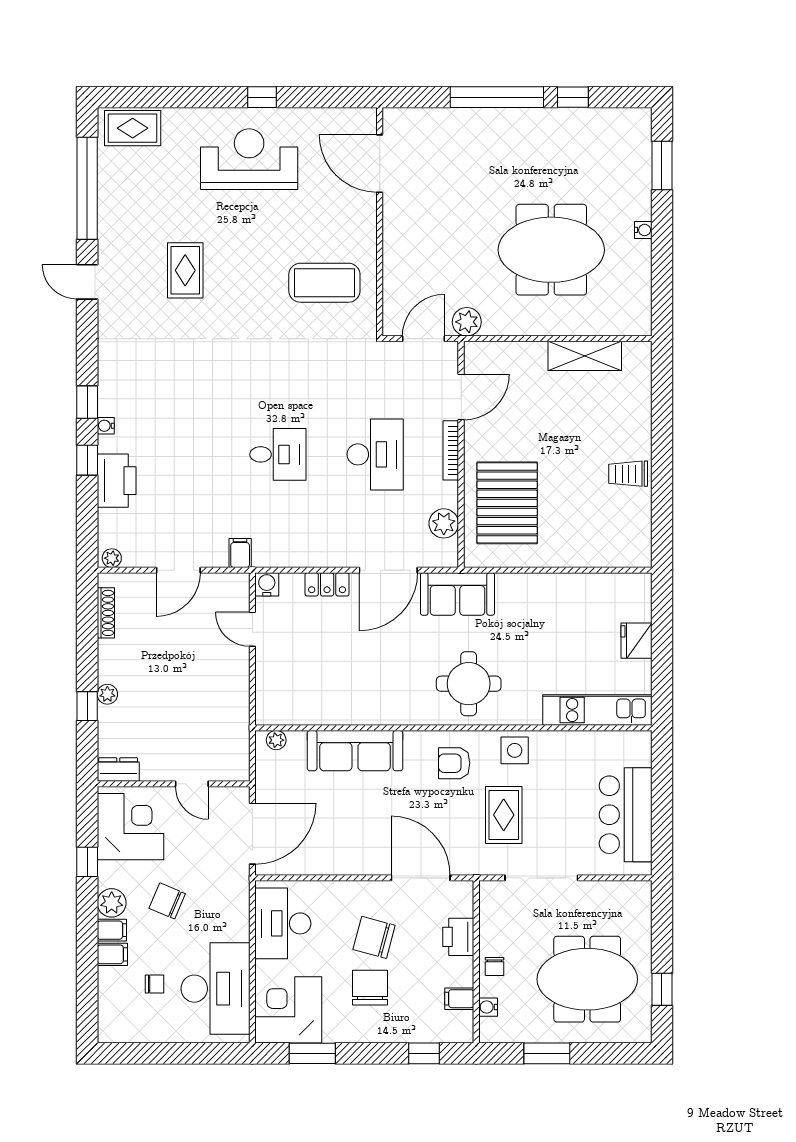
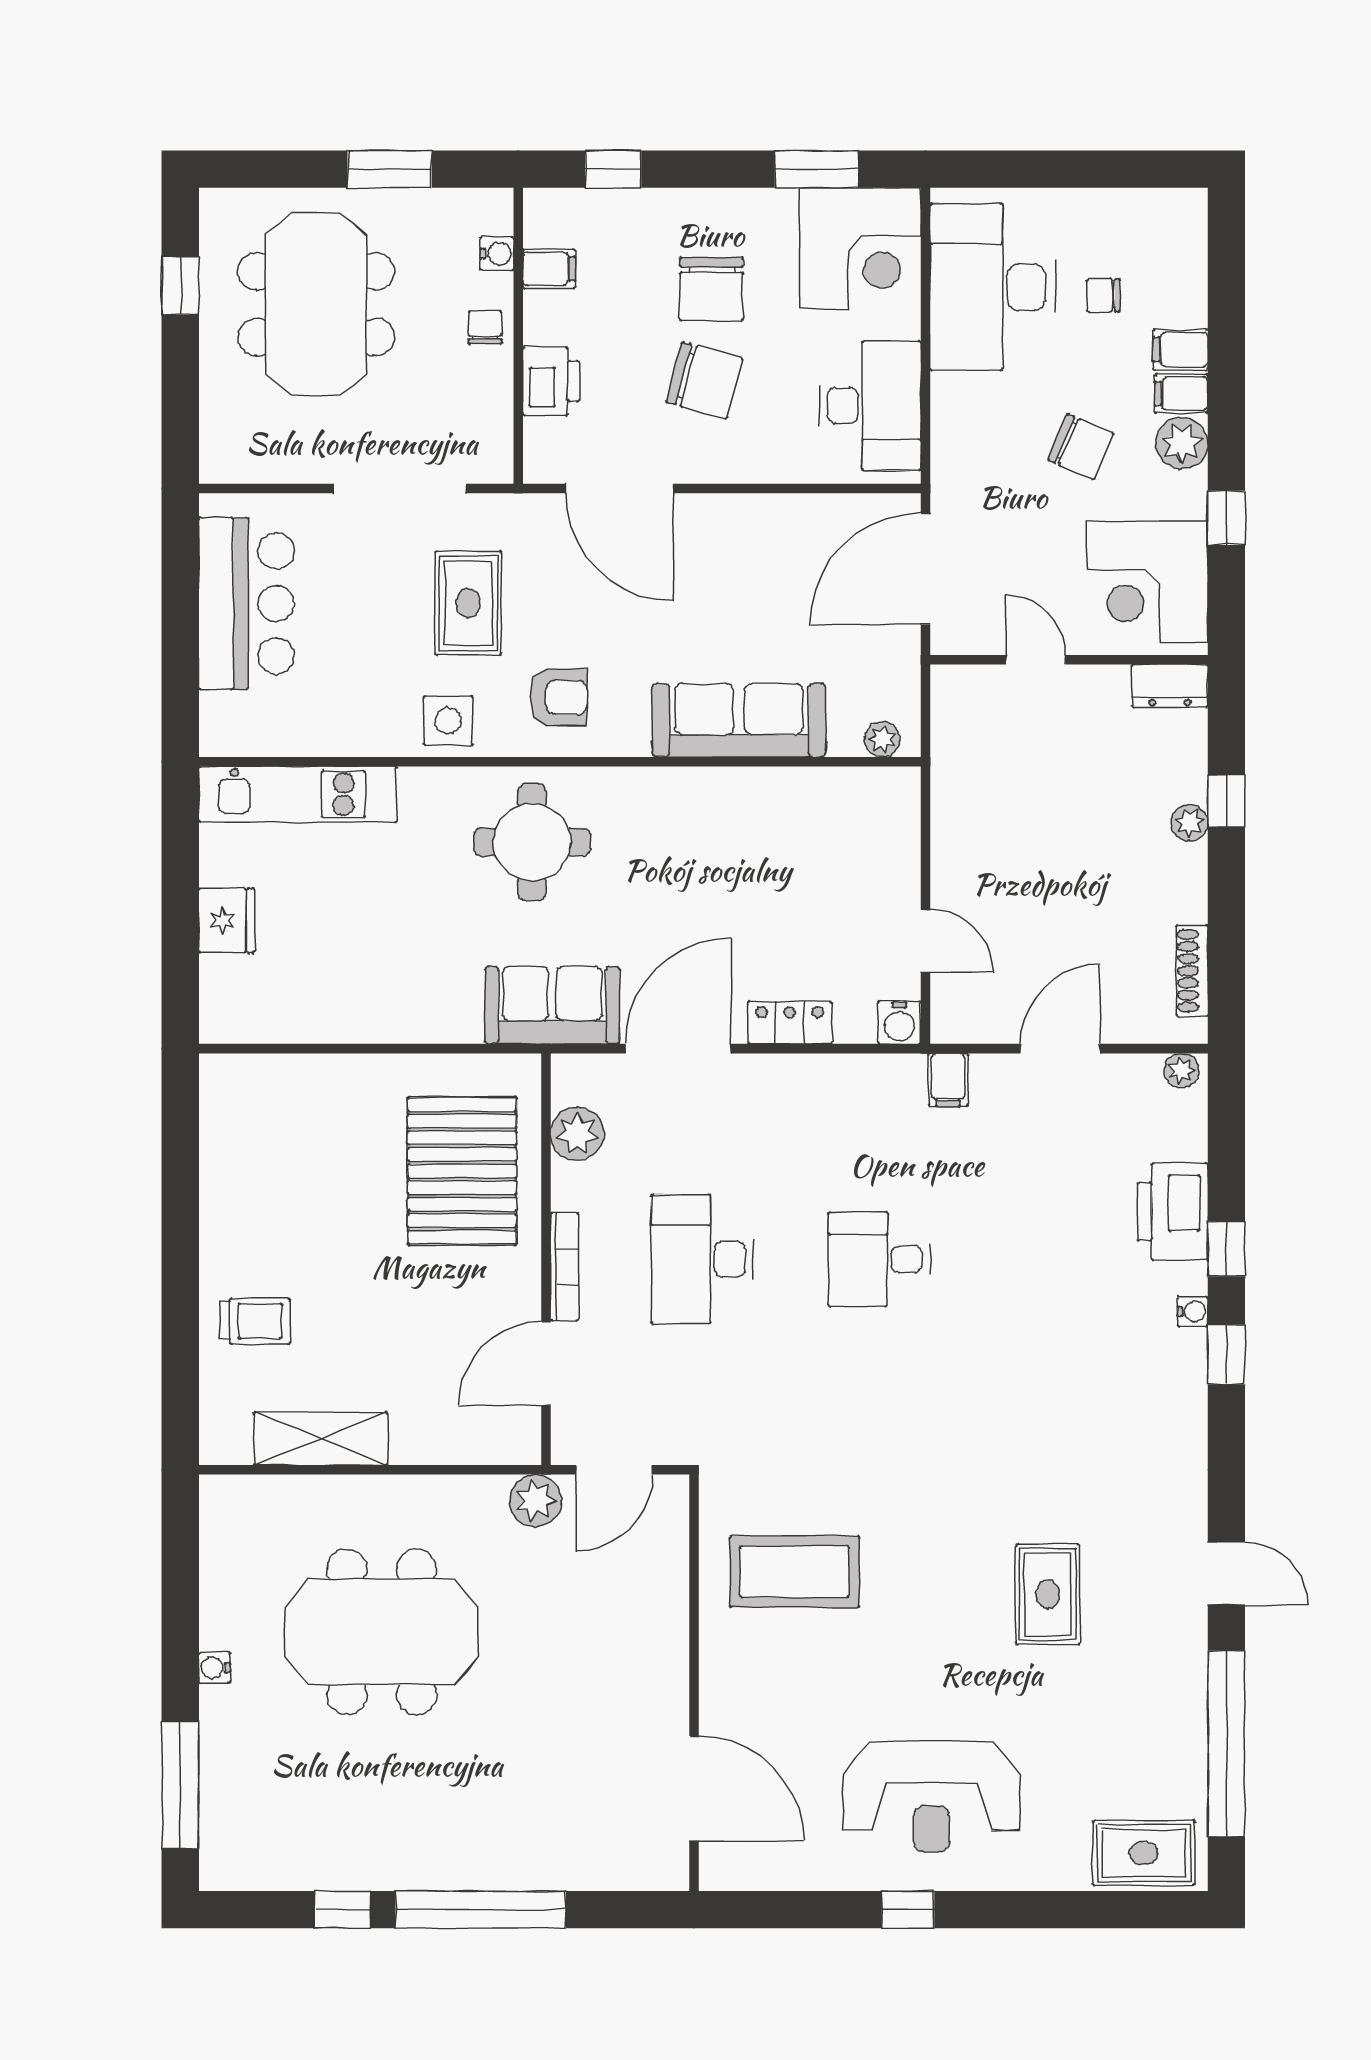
window: (662, 165) -> (180, 1785), width x1.44
trolley: (628, 474) -> (255, 1321), moved
meeting table: (587, 979) -> (316, 304), turned 90

